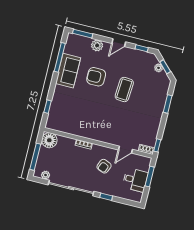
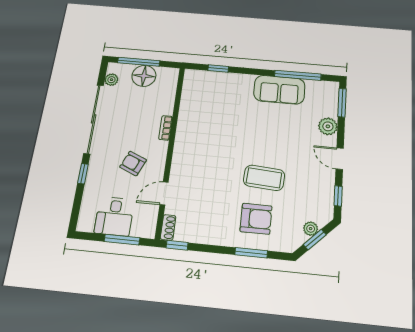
armchair: (96, 77) -> (256, 219), moved, turned 90
floor lamp: (49, 140) -> (144, 76), moved
door: (125, 150) -> (164, 193), hinge flipped

